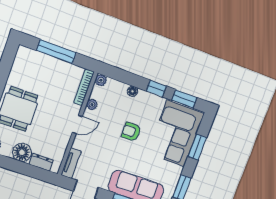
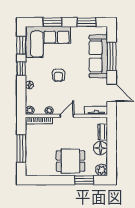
door: (77, 124) -> (67, 116), hinge flipped

